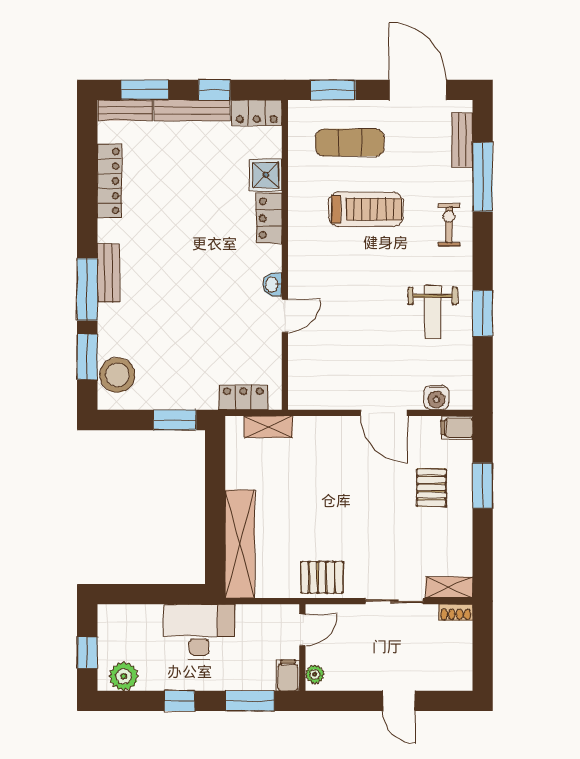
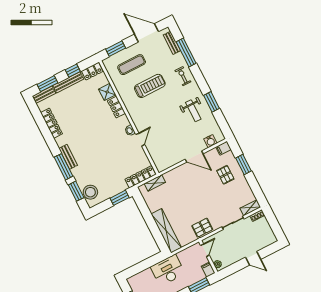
locker: (243, 397) -> (140, 177), width x1.53

